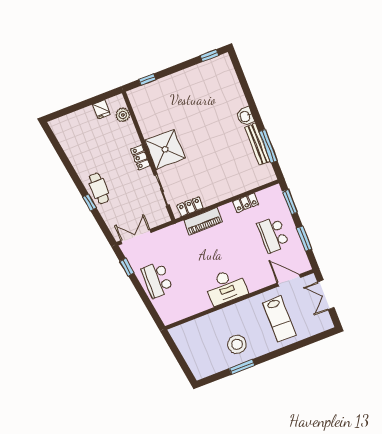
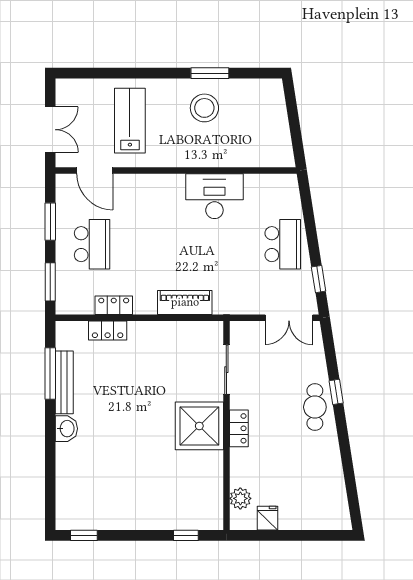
locker: (190, 207) -> (108, 330), moved
desk: (226, 287) -> (214, 196), moved

